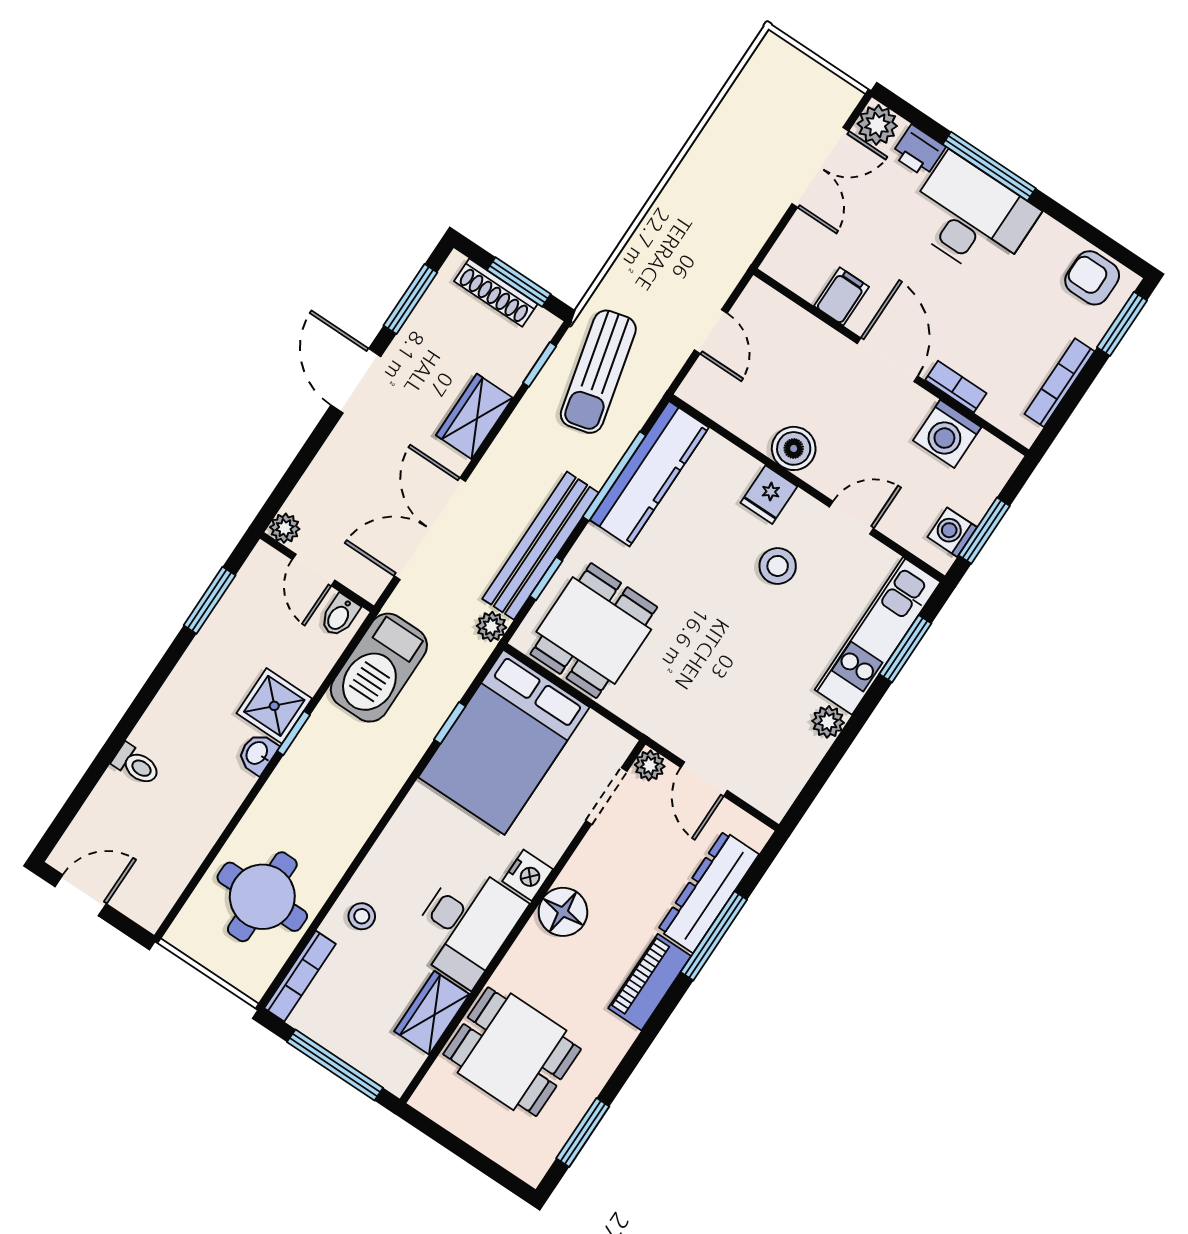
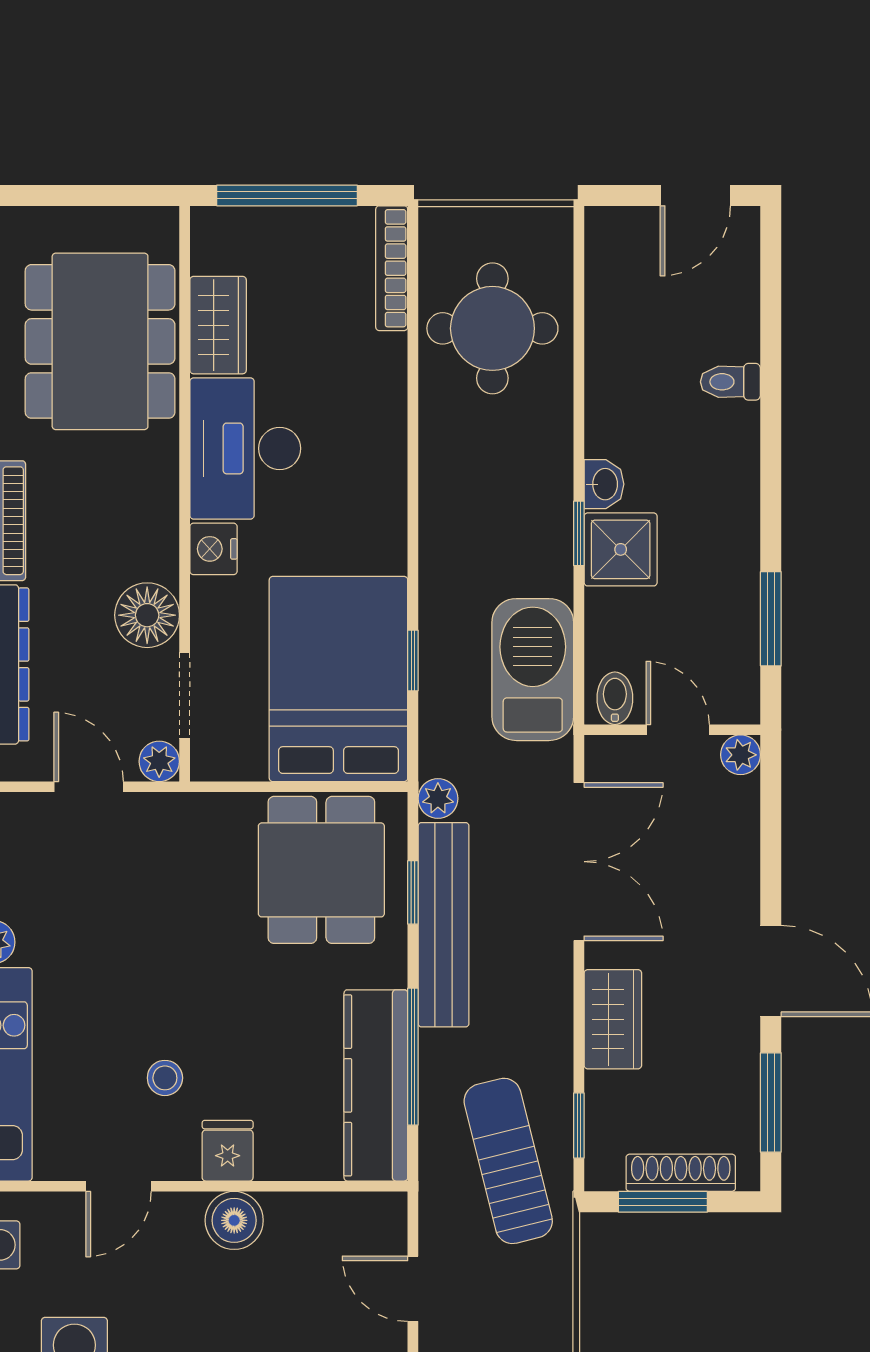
stool: (778, 566) -> (165, 1078), width x0.73, depth x0.73
floor lamp: (563, 912) -> (147, 615), moved
stool: (362, 916) -> (367, 380), removed
dining table: (512, 1052) -> (100, 341), width x1.38

